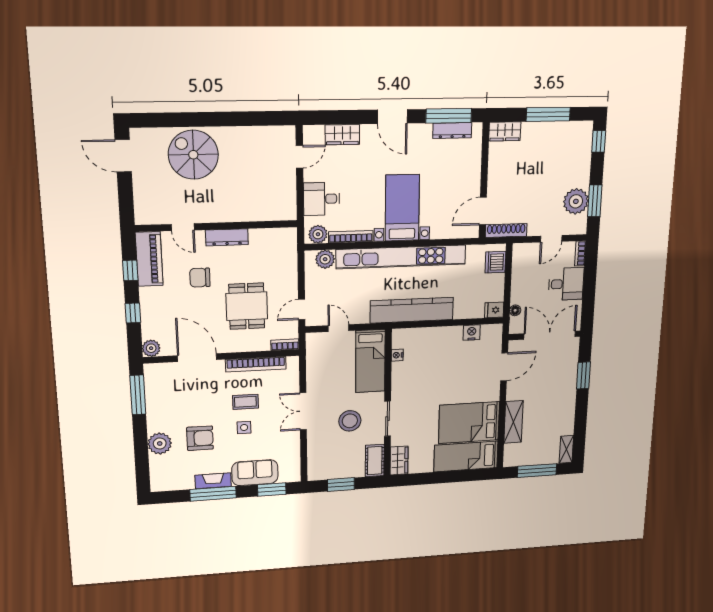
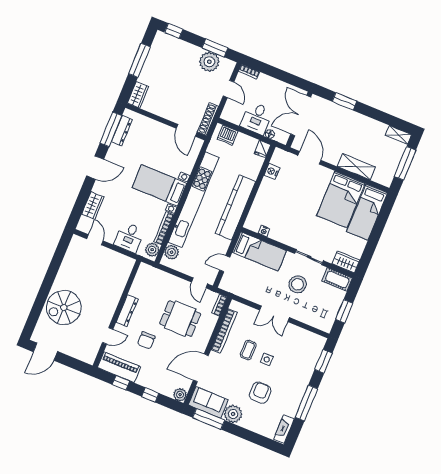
desk: (566, 284) -> (257, 118), moved, turned 180
plant: (160, 444) -> (233, 414), moved
sofa: (255, 473) -> (208, 402), moved, turned 90
fireplace: (213, 481) -> (284, 429), moved

